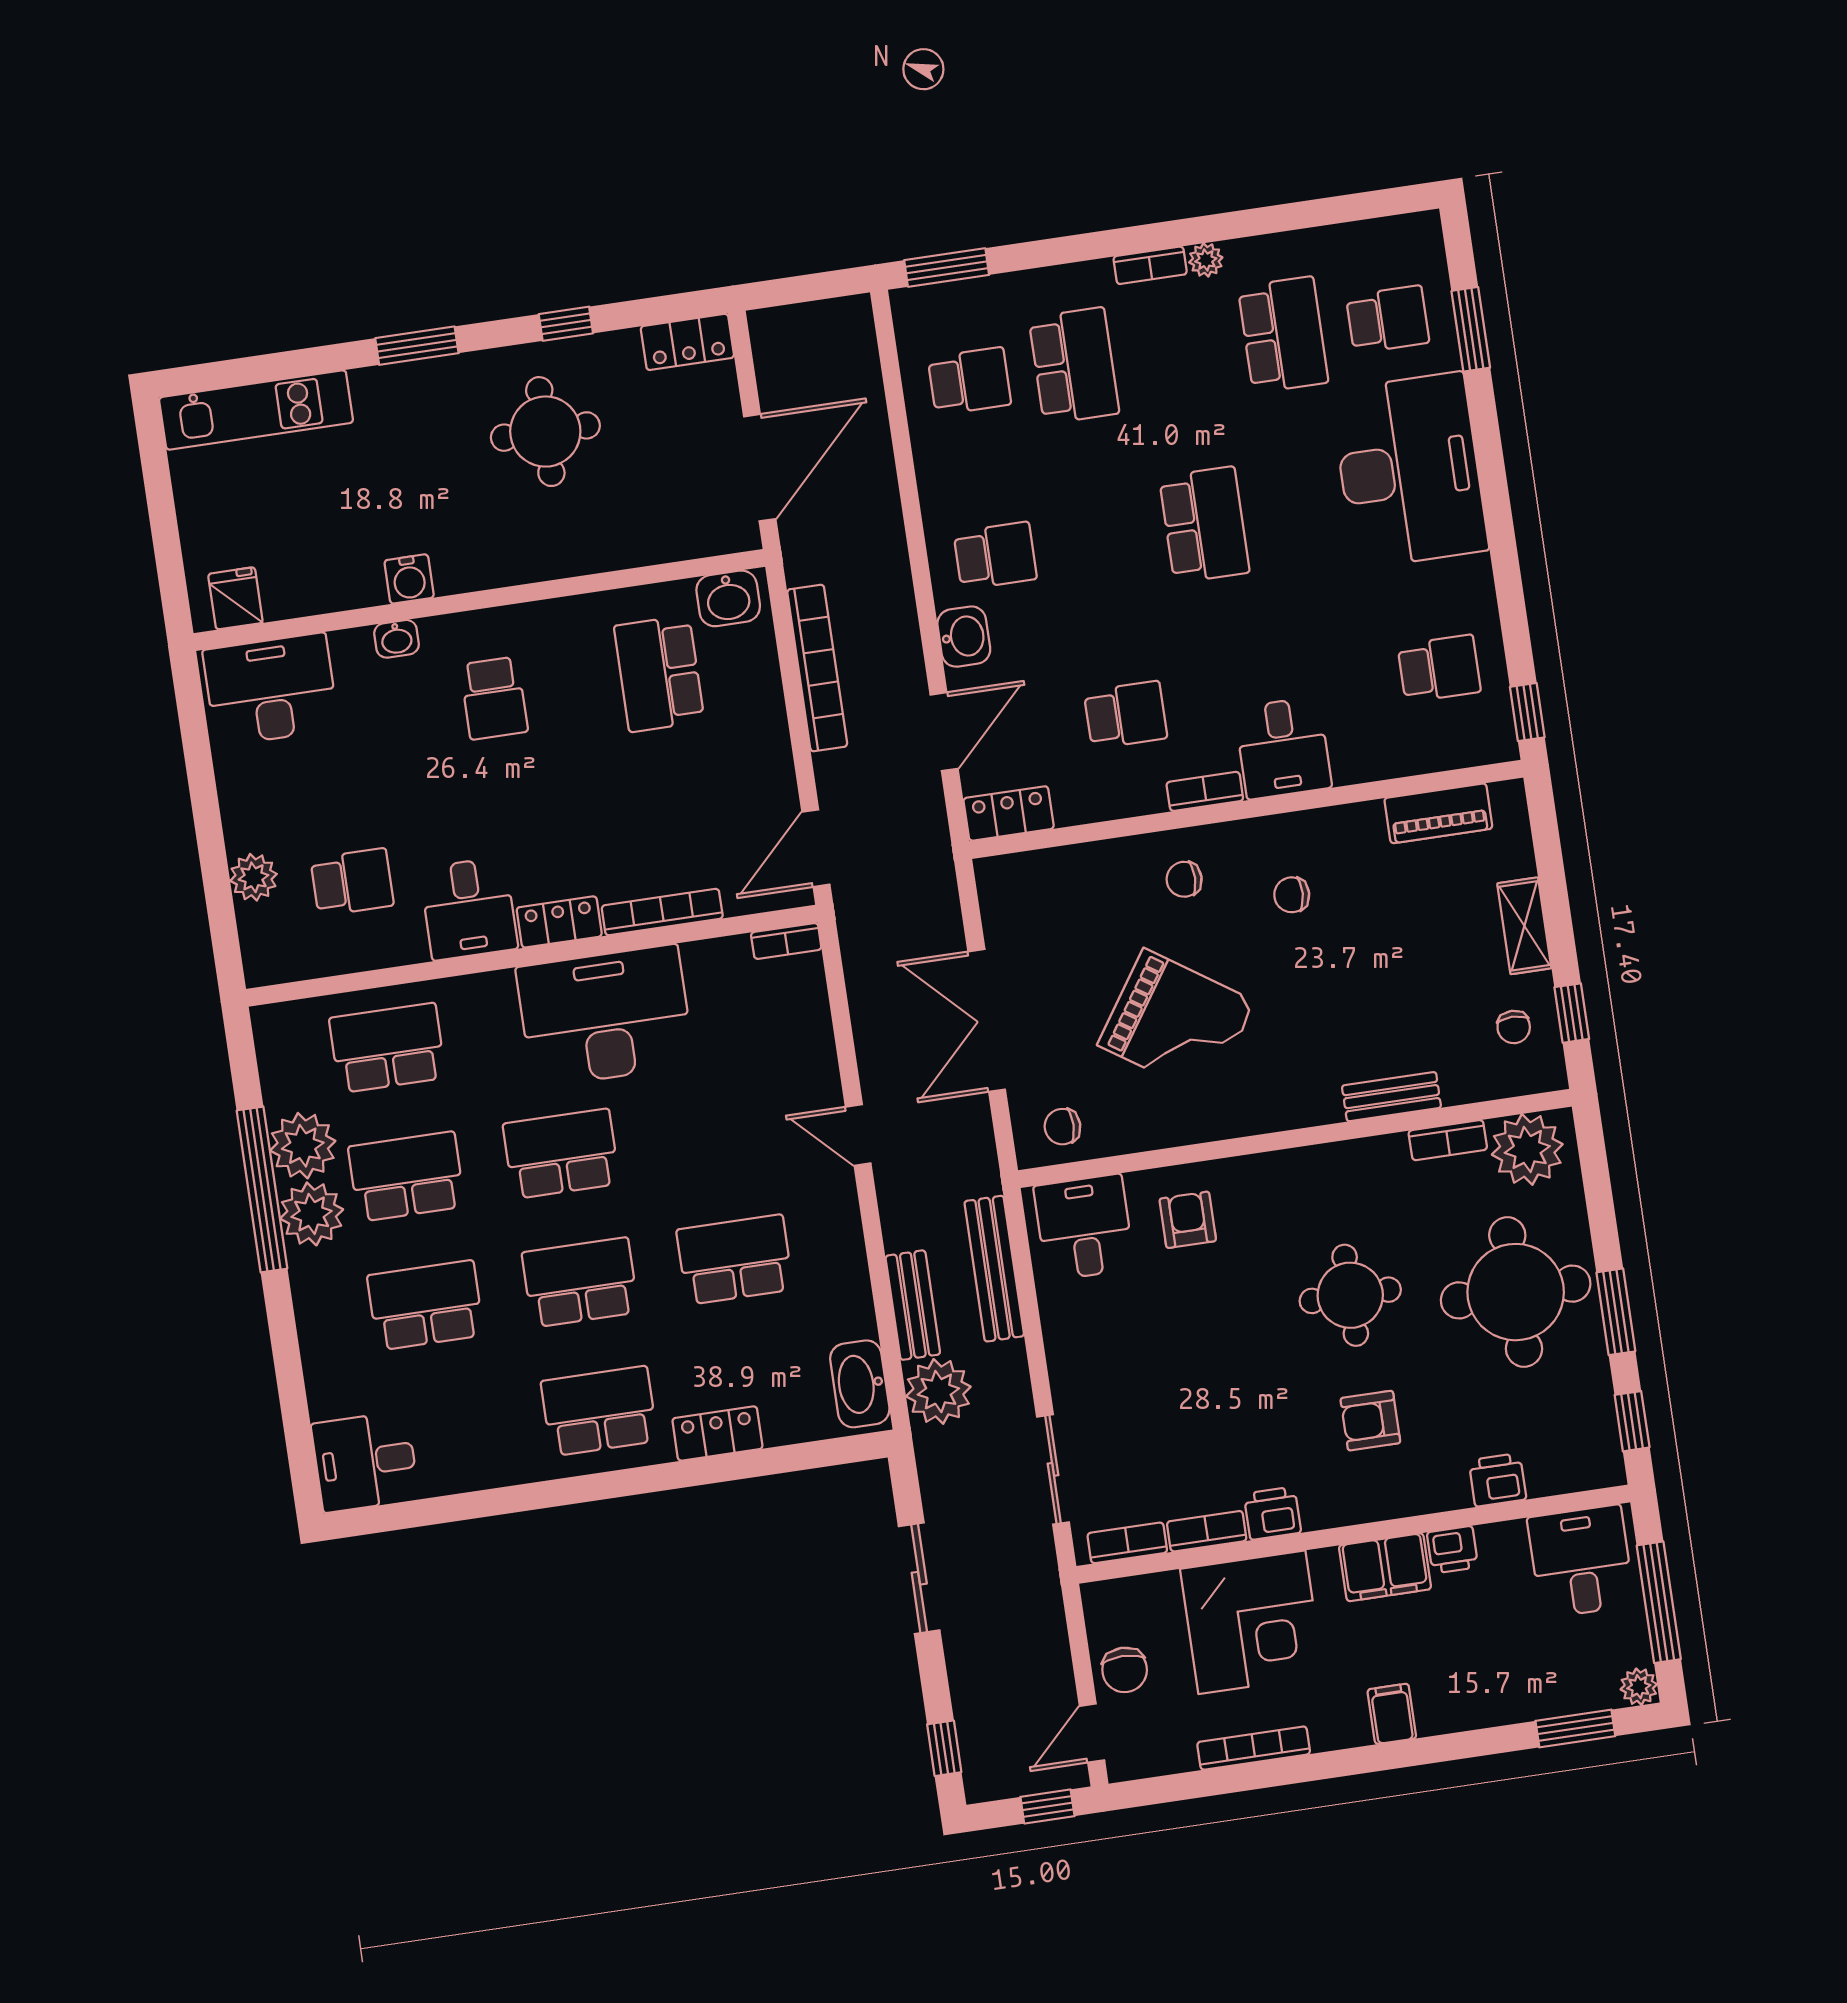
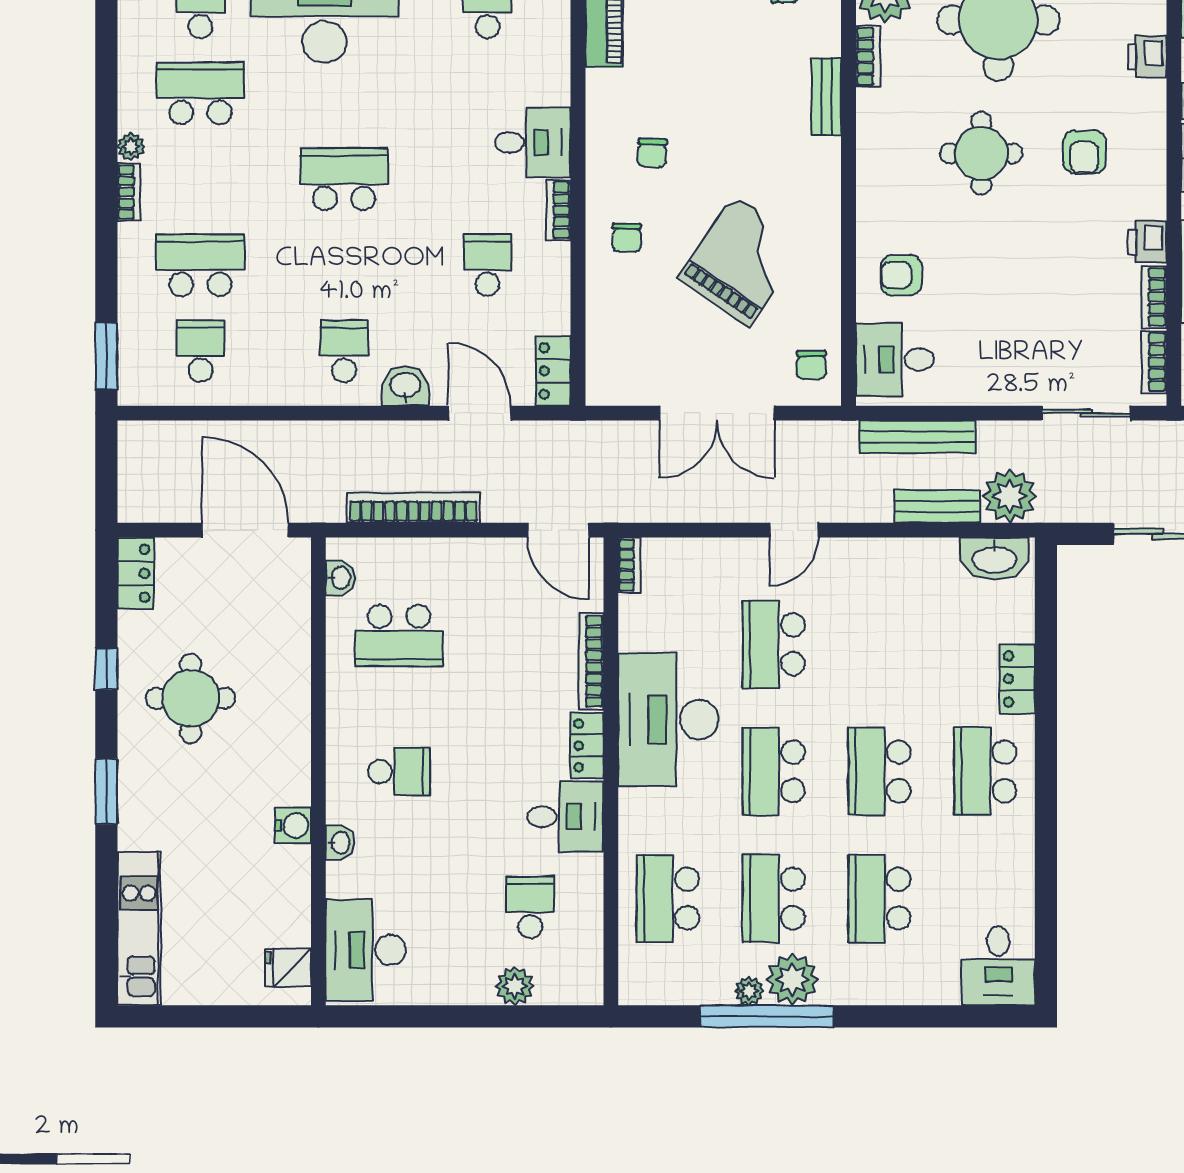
washbasin: (728, 598) -> (340, 578), width x0.72, depth x0.69
plant: (303, 1146) -> (749, 991), width x0.53, depth x0.53
school desk: (735, 1260) -> (774, 644), moved

